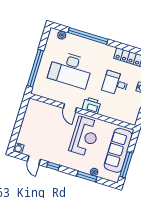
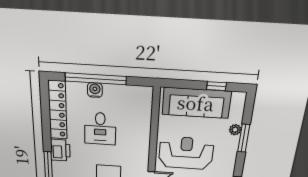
printer: (91, 105) -> (60, 150), moved, turned 180
window: (126, 165) -> (216, 86), width x0.46

